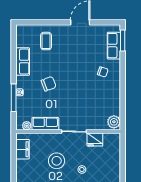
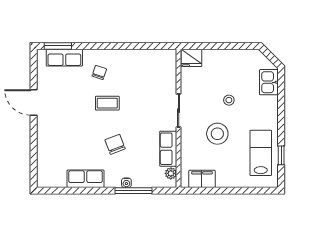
coffee table: (46, 41) -> (107, 103), moved
plant: (114, 122) -> (166, 58), removed
fridge: (95, 140) -> (191, 58), moved, turned 90

